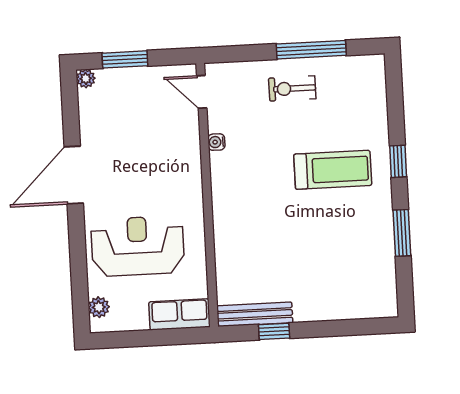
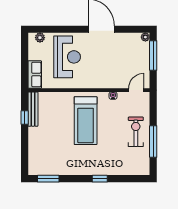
window: (125, 59) -> (153, 56), width x1.44
exercise bike: (292, 88) -> (136, 132), width x1.38, depth x1.39
treadmill: (333, 170) -> (86, 121), moved, width x1.37, depth x1.38
window: (402, 233) -> (48, 179), moved

